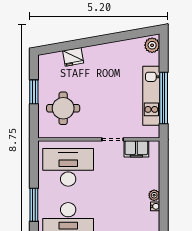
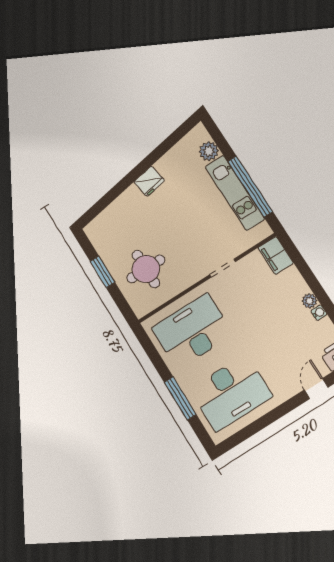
plant: (152, 45) -> (209, 151), moved
fridge: (73, 57) -> (149, 181), moved
filing cabinet: (136, 149) -> (276, 255), moved, turned 90

